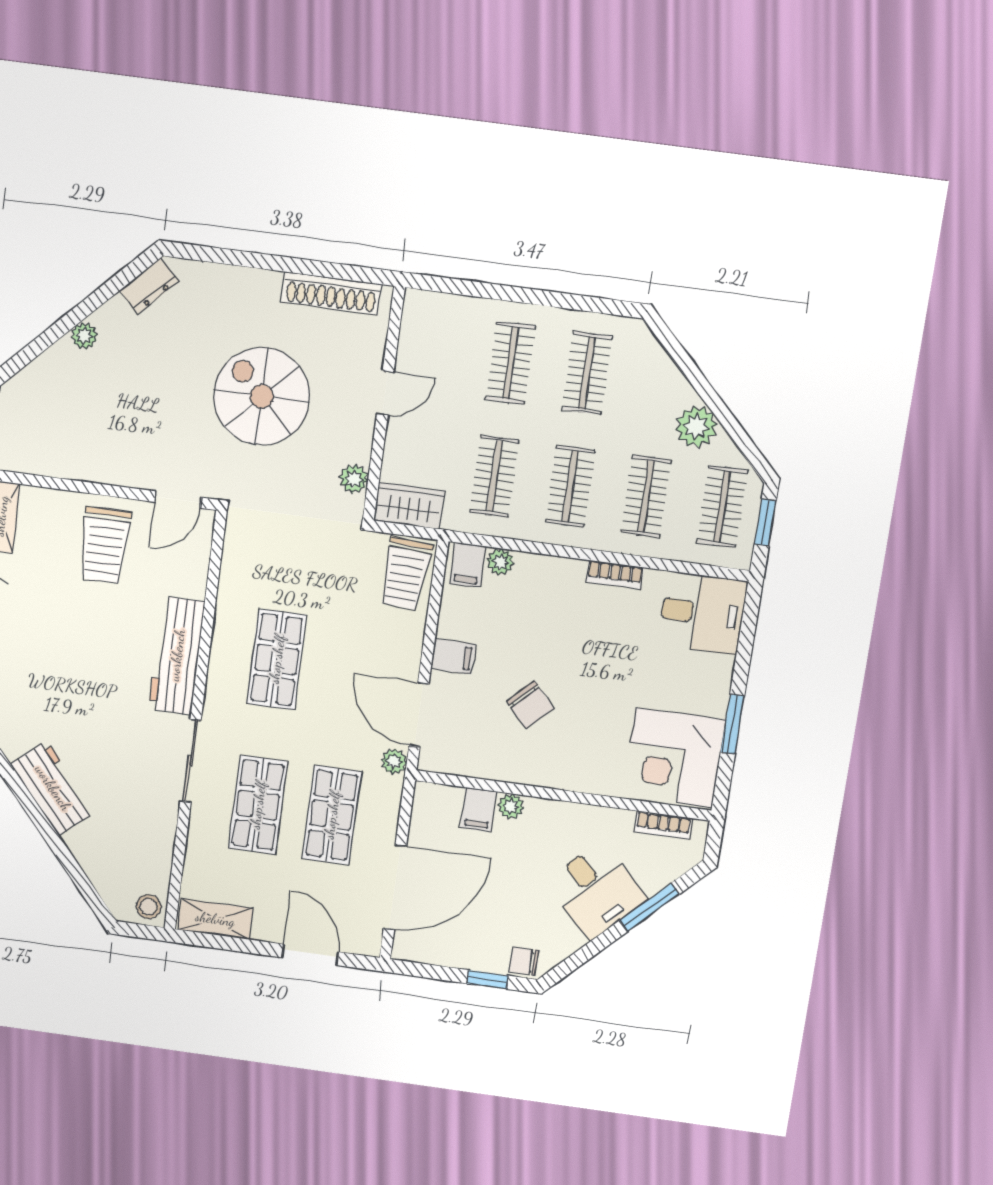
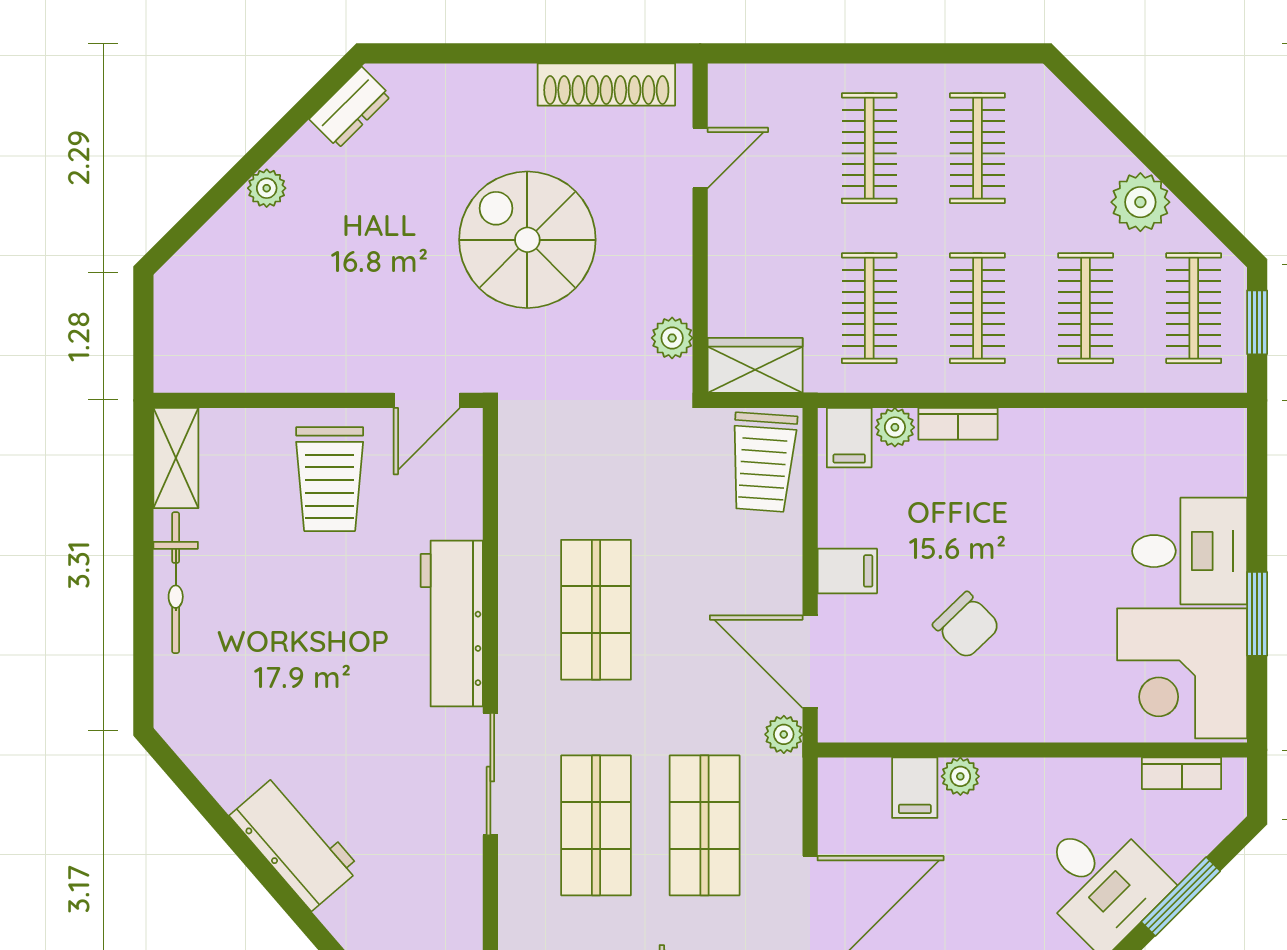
door: (385, 393) -> (700, 158), moved
bookcase: (615, 575) -> (958, 424), moved
desk: (702, 613) -> (1190, 551), moved

